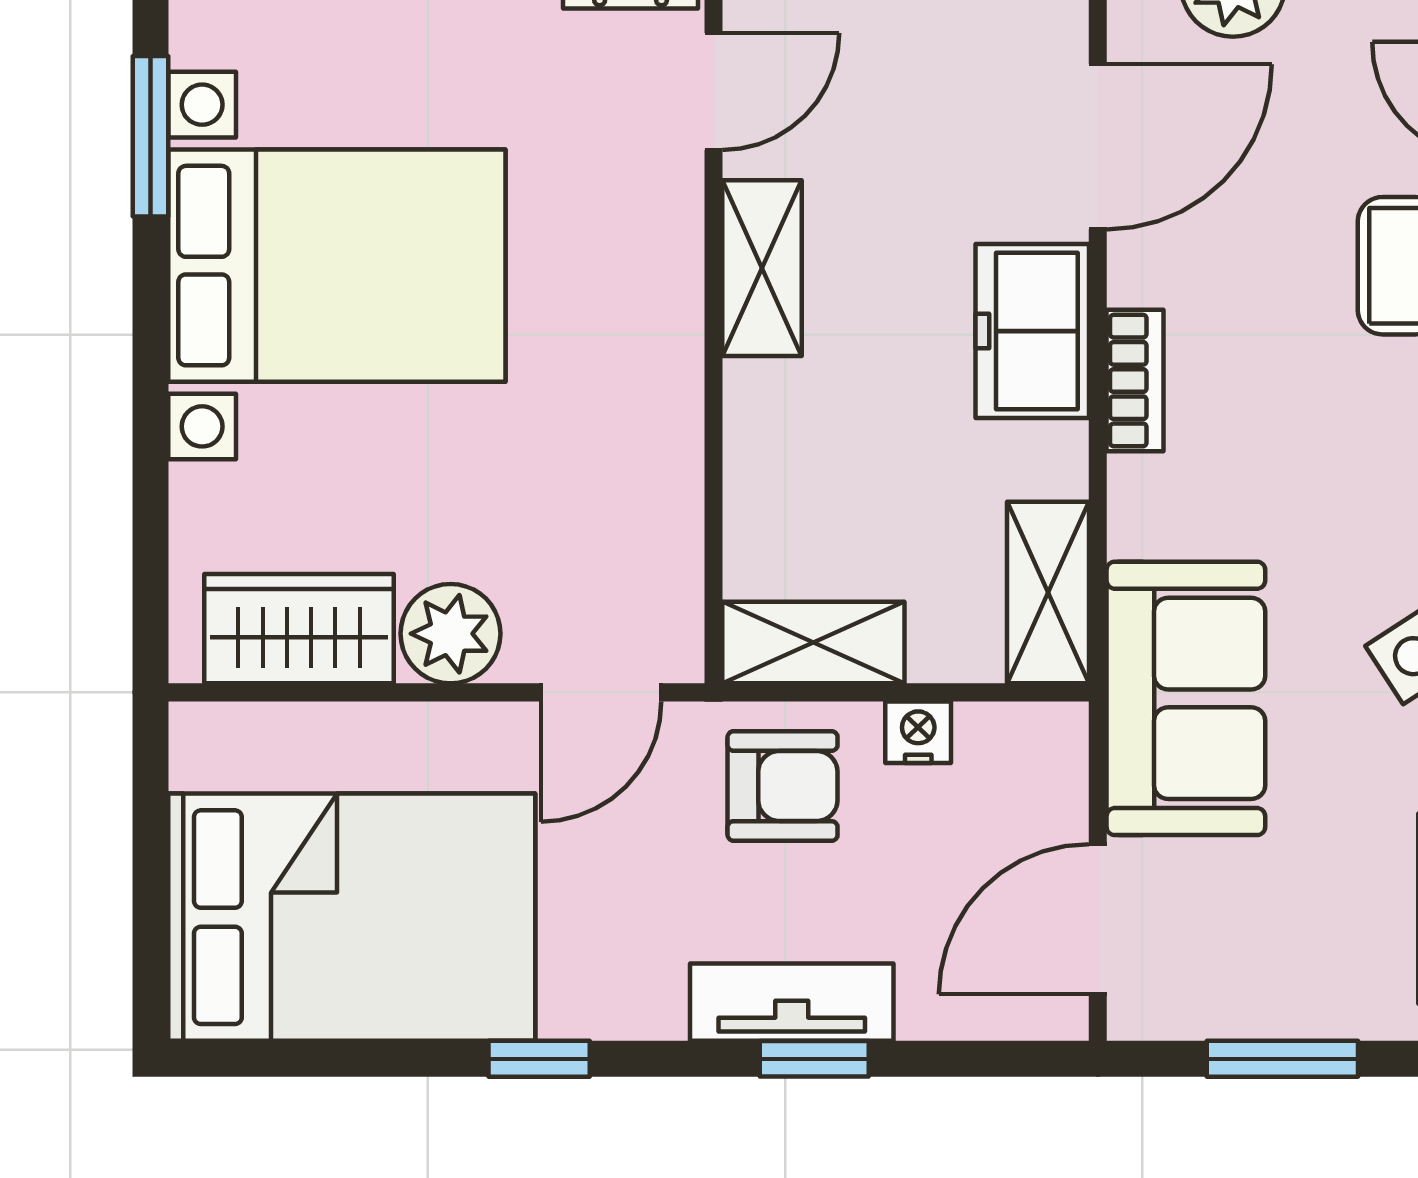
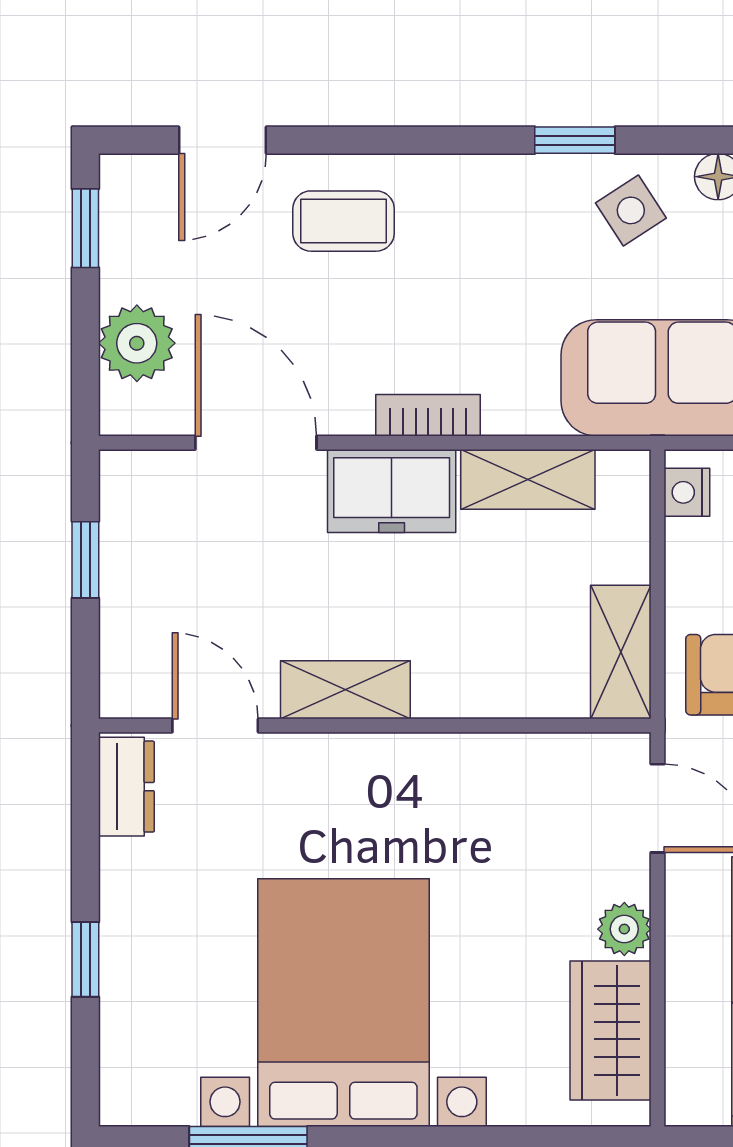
shelving: (1048, 593) -> (528, 479), moved
plant: (451, 634) -> (624, 929), width x0.73, depth x0.73
nightstand: (918, 732) -> (687, 492), moved

